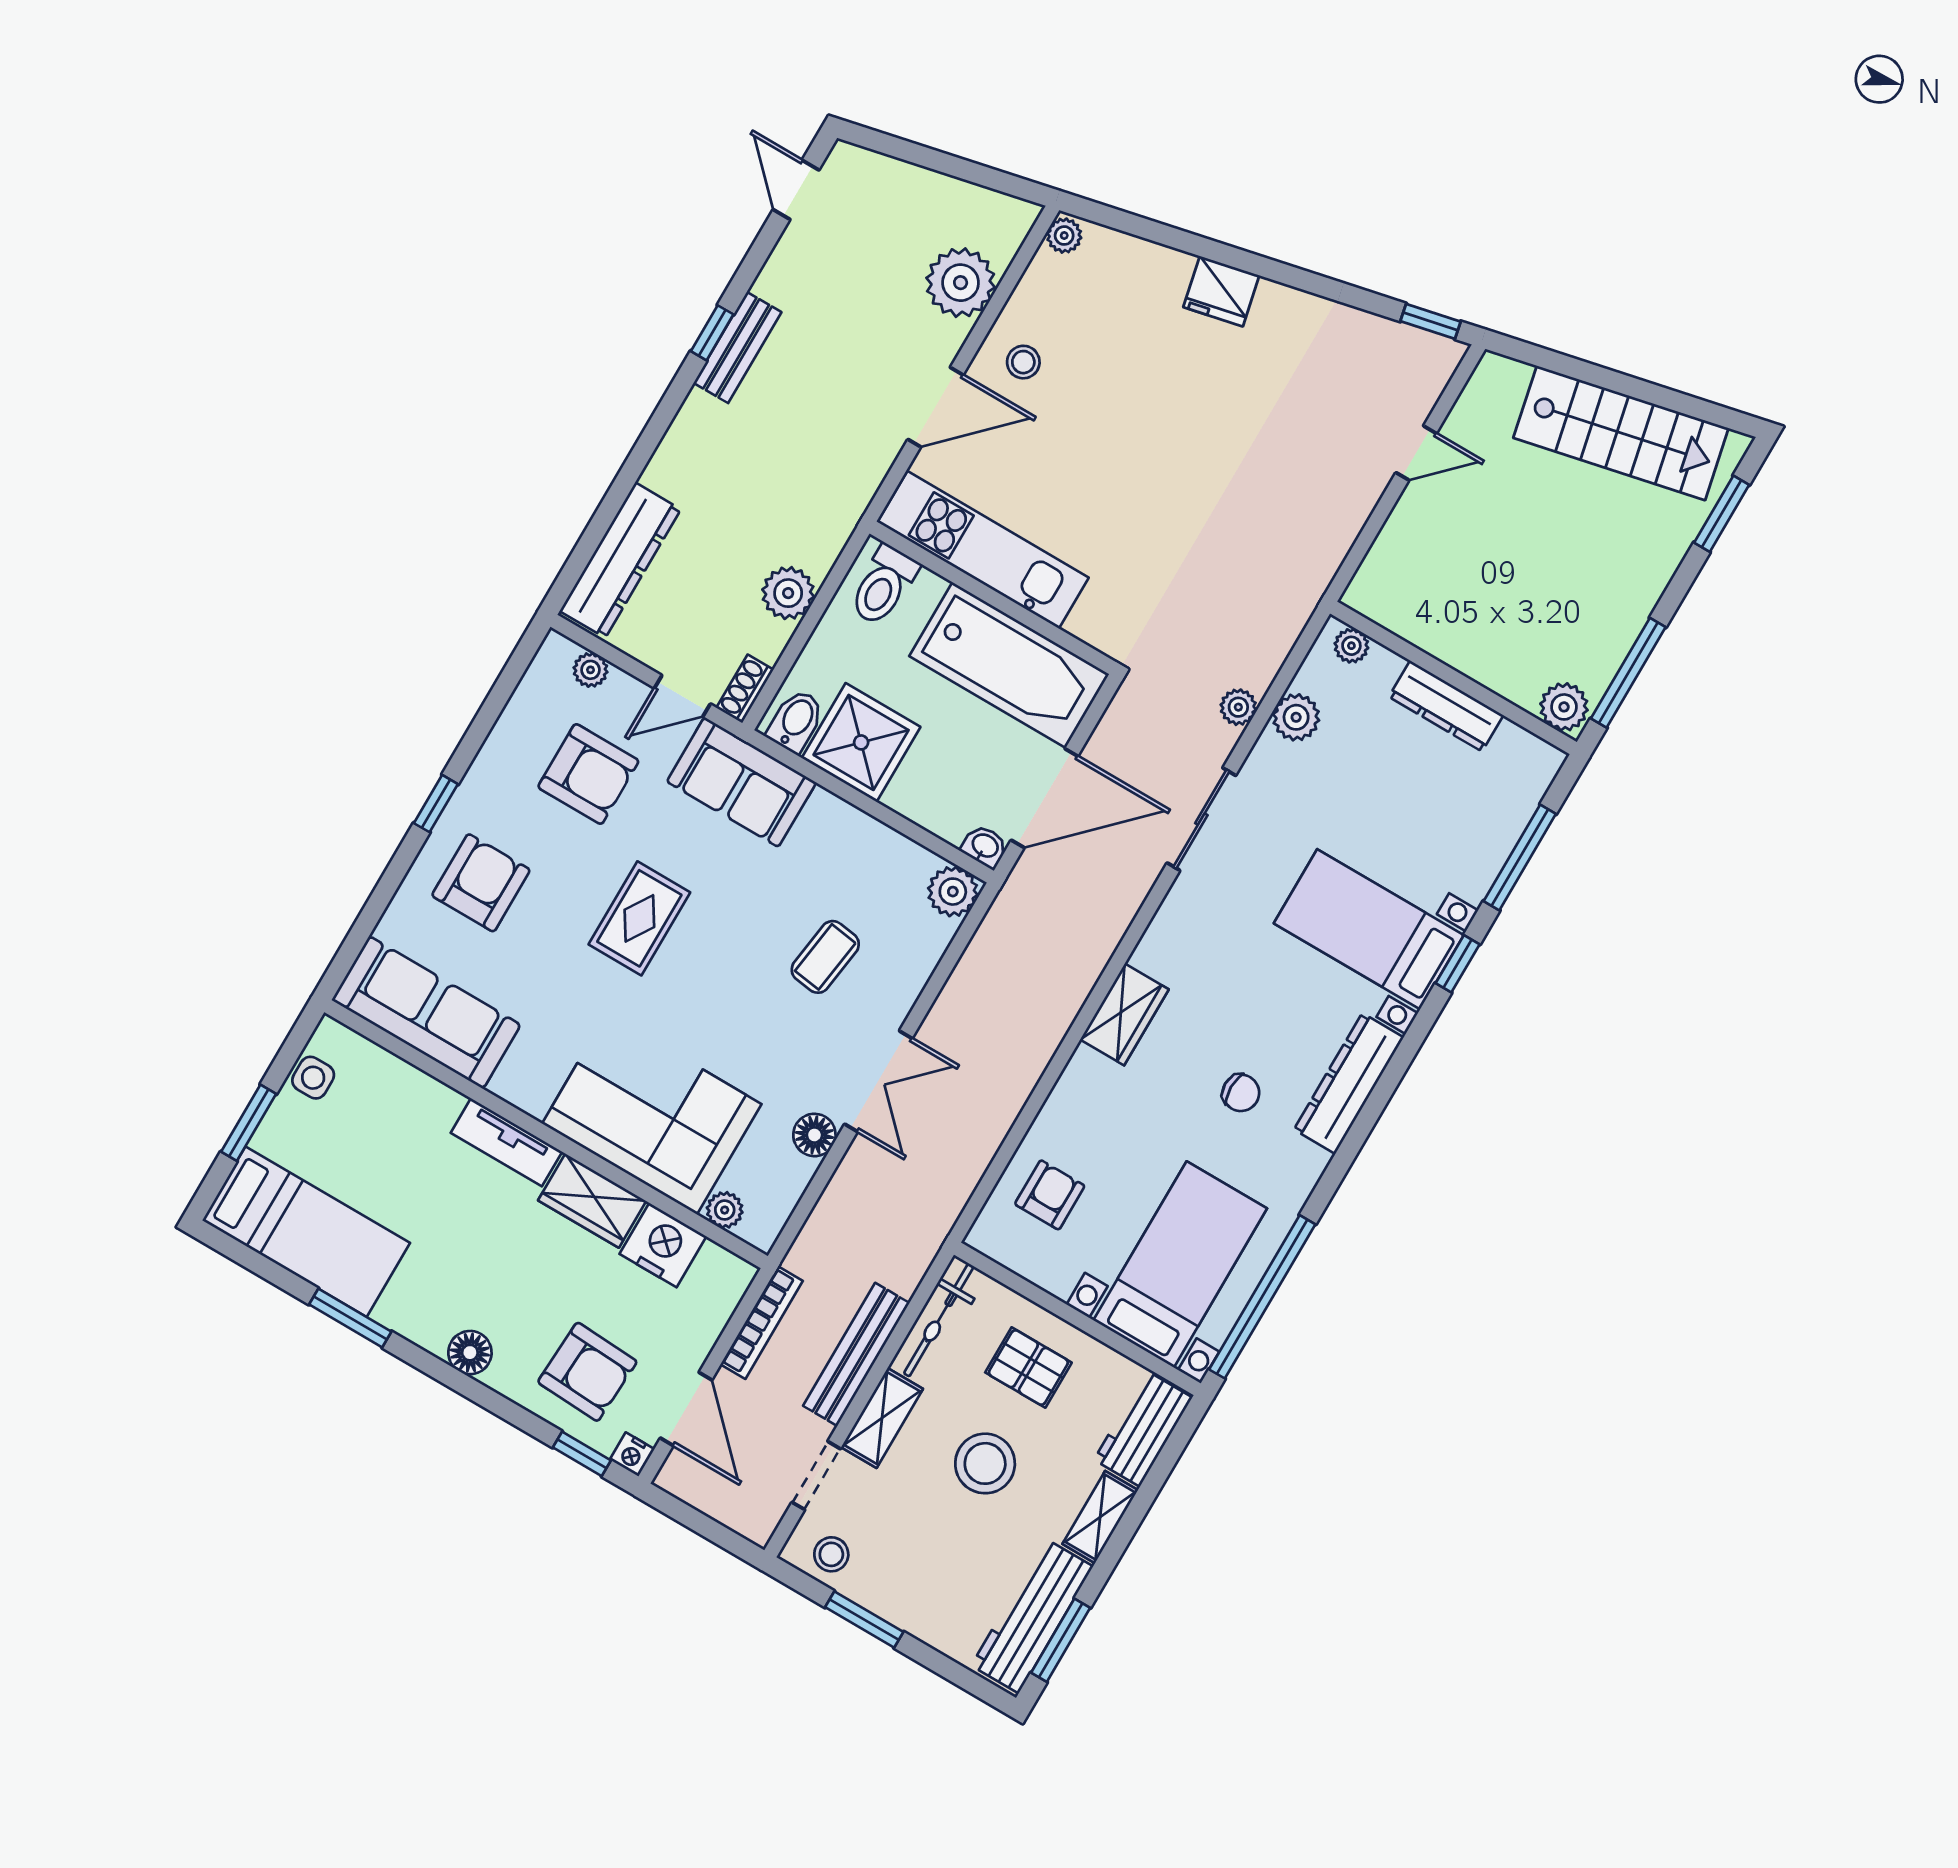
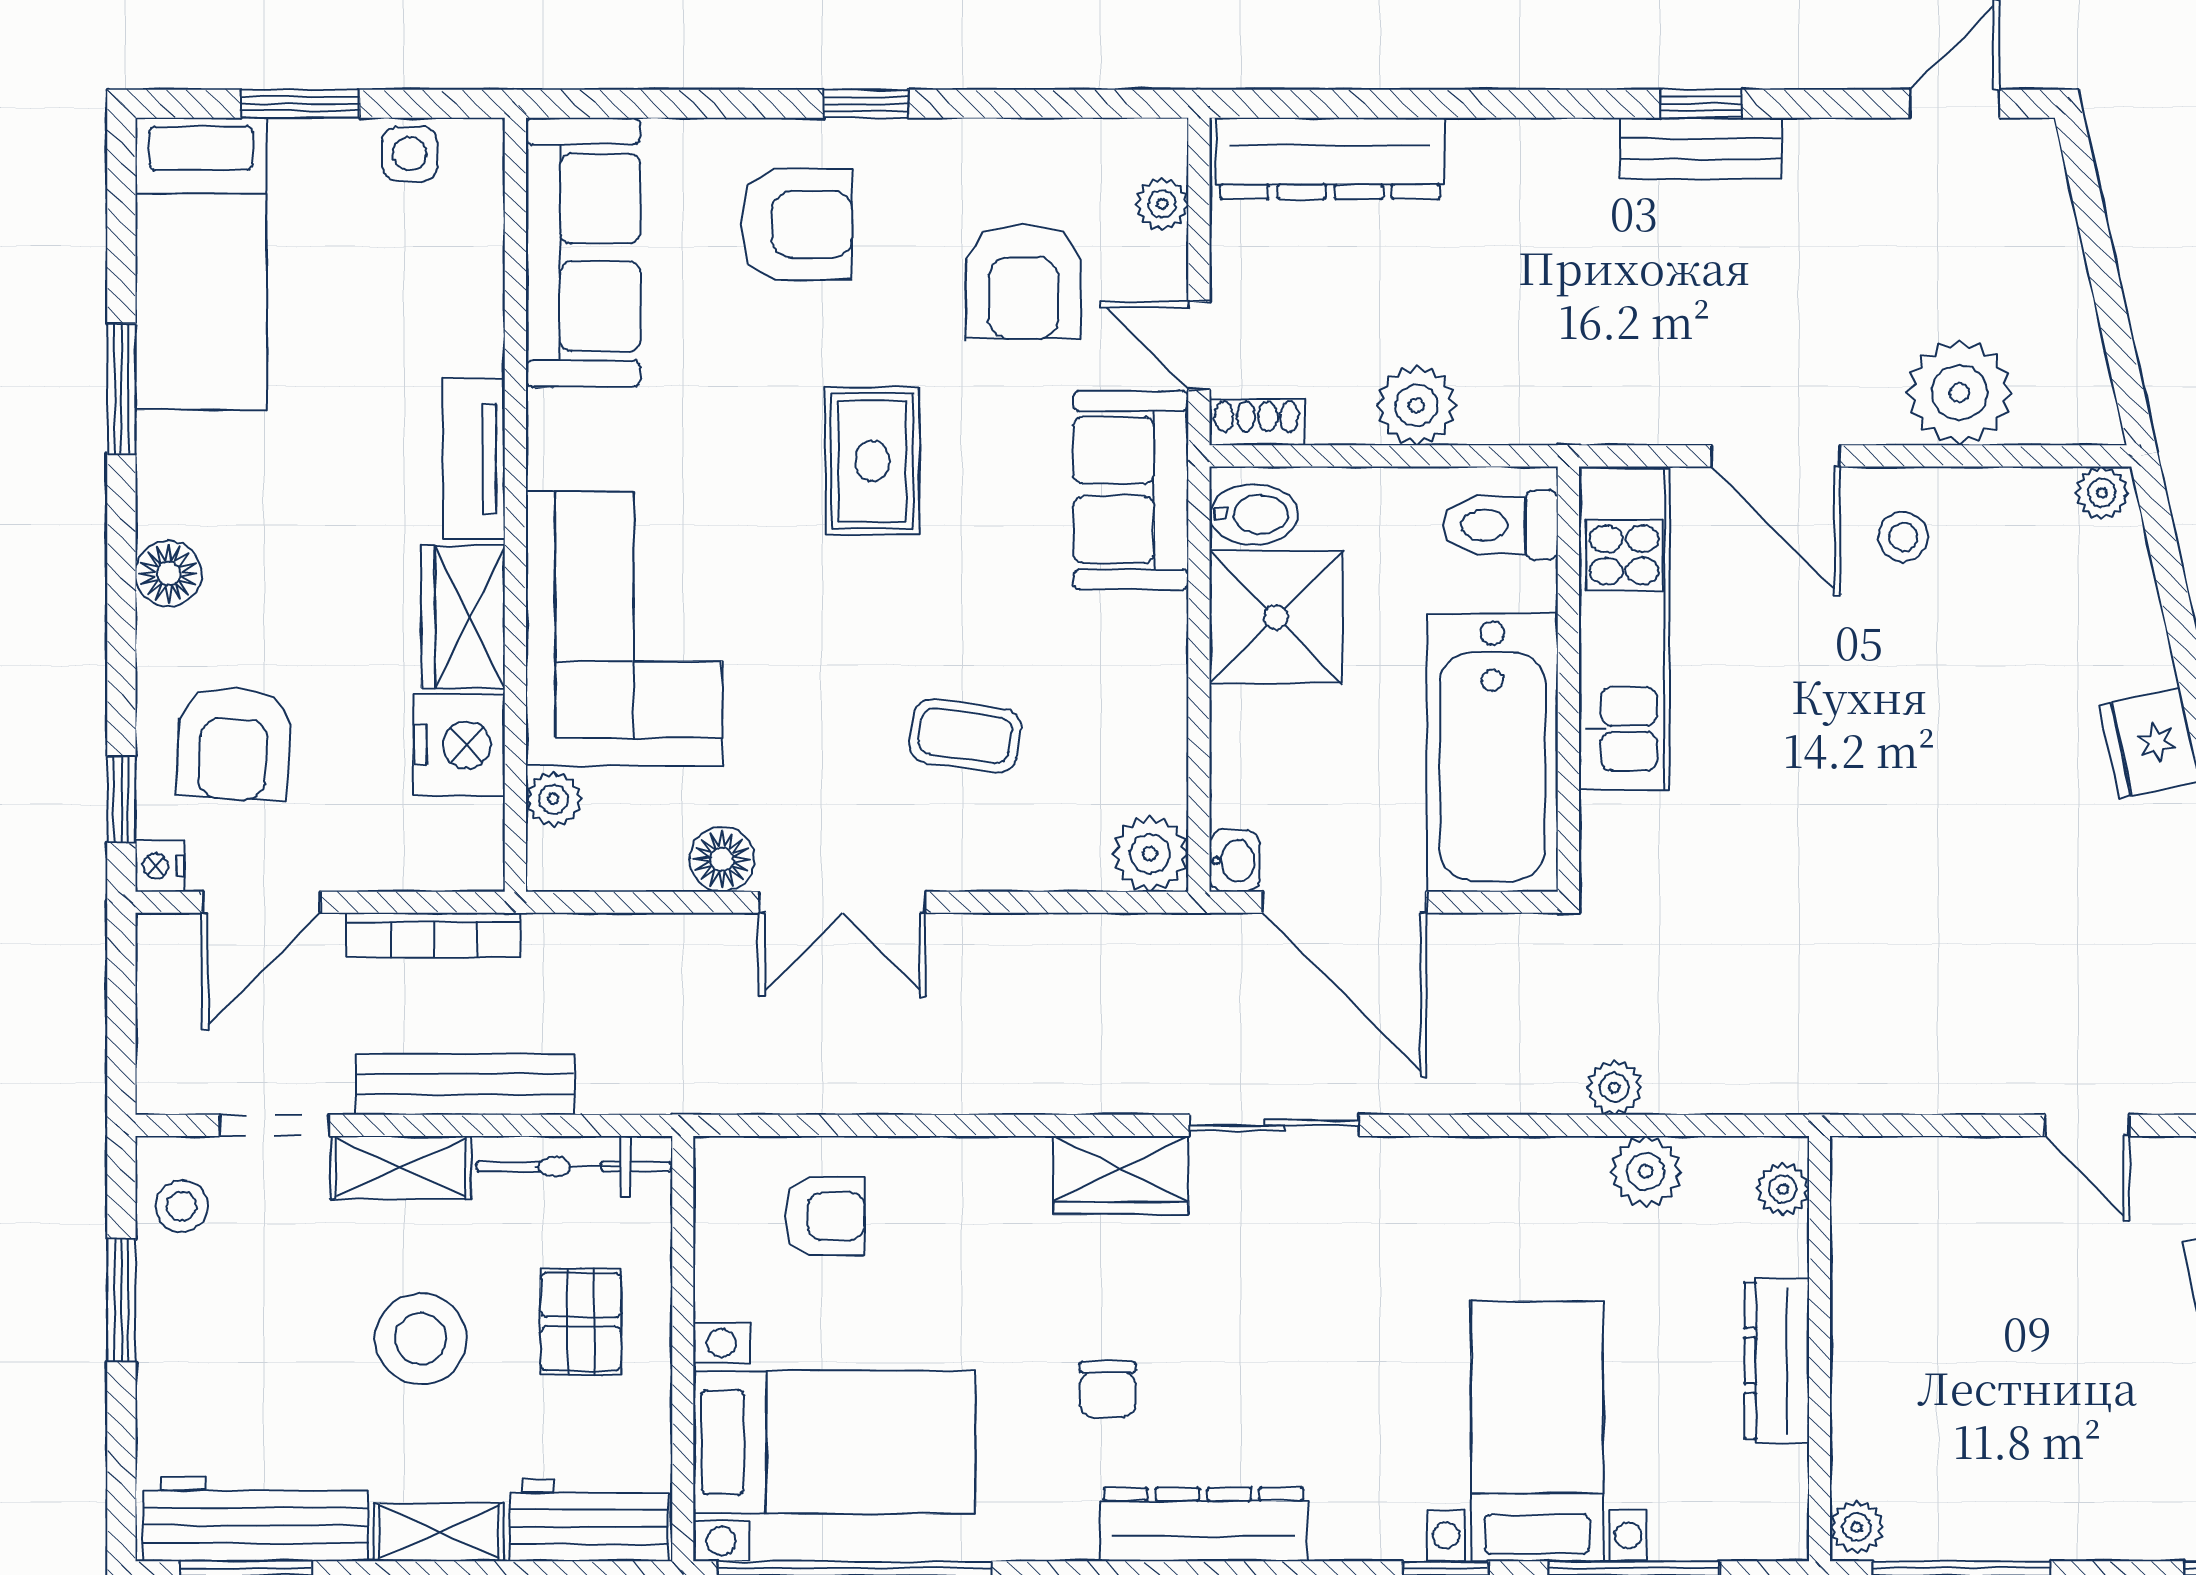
plant: (1564, 707) -> (1857, 1527), width x0.73, depth x0.73
sliding door: (1201, 819) -> (1274, 1125), moved
rug: (639, 918) -> (872, 461), turned 90
bed with nightstands: (1369, 929) -> (1537, 1431), moved

